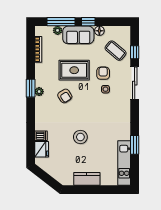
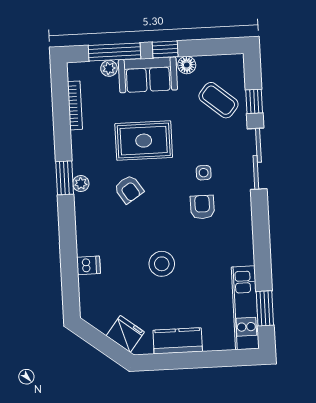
armchair: (103, 73) -> (202, 207), moved
window: (135, 145) -> (265, 308), moved
fridge: (42, 149) -> (125, 334), moved, turned -52

